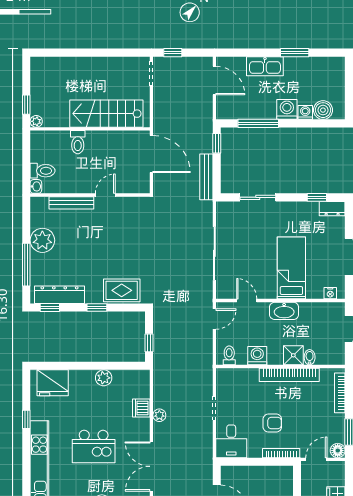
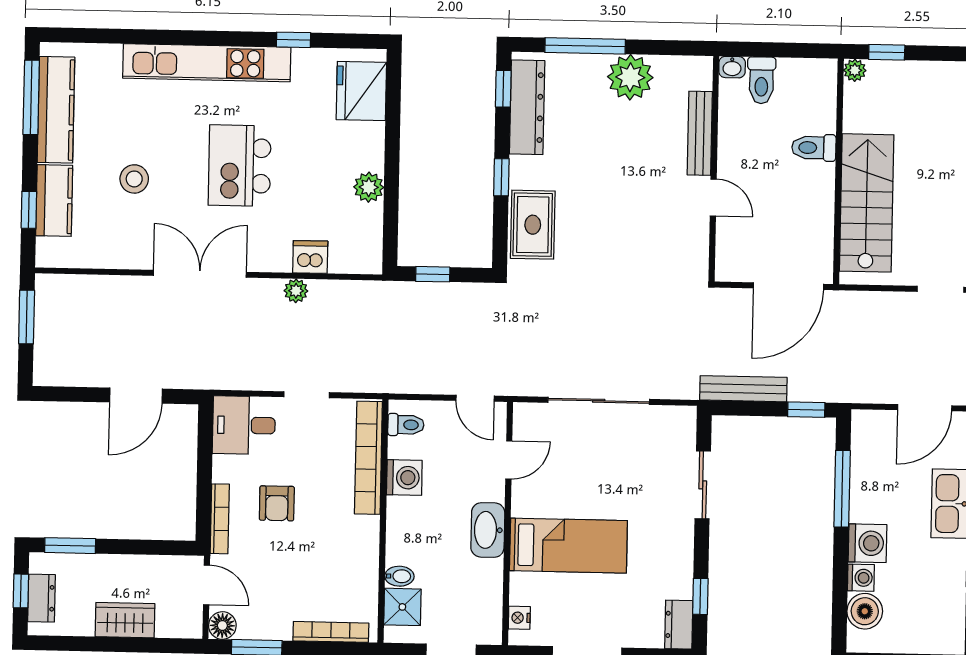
shower: (293, 355) -> (402, 607), moved
bookcase: (289, 375) -> (368, 458), moved

